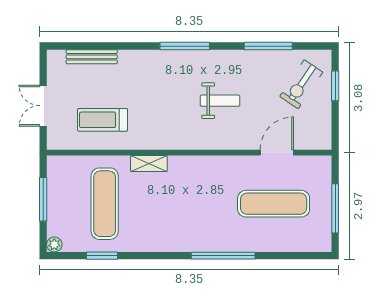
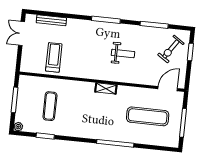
double door: (43, 106) -> (22, 34), moved
treadmill: (103, 120) -> (54, 57), turned 90
door: (277, 153) -> (168, 89), moved
shelving: (149, 164) -> (106, 88), moved
exercise mat: (105, 204) -> (50, 106), width x0.73, depth x0.69

